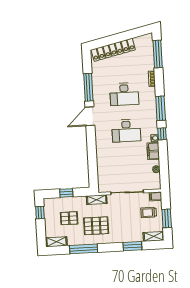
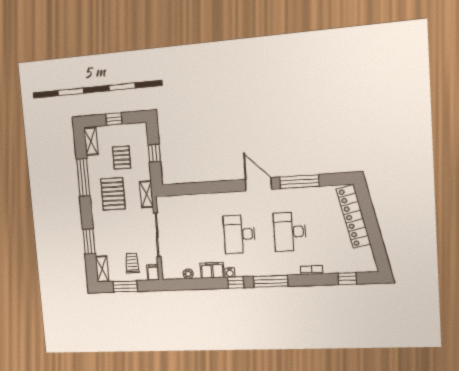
window: (158, 54) -> (347, 279), width x0.46
window: (40, 213) -> (114, 119), moved

